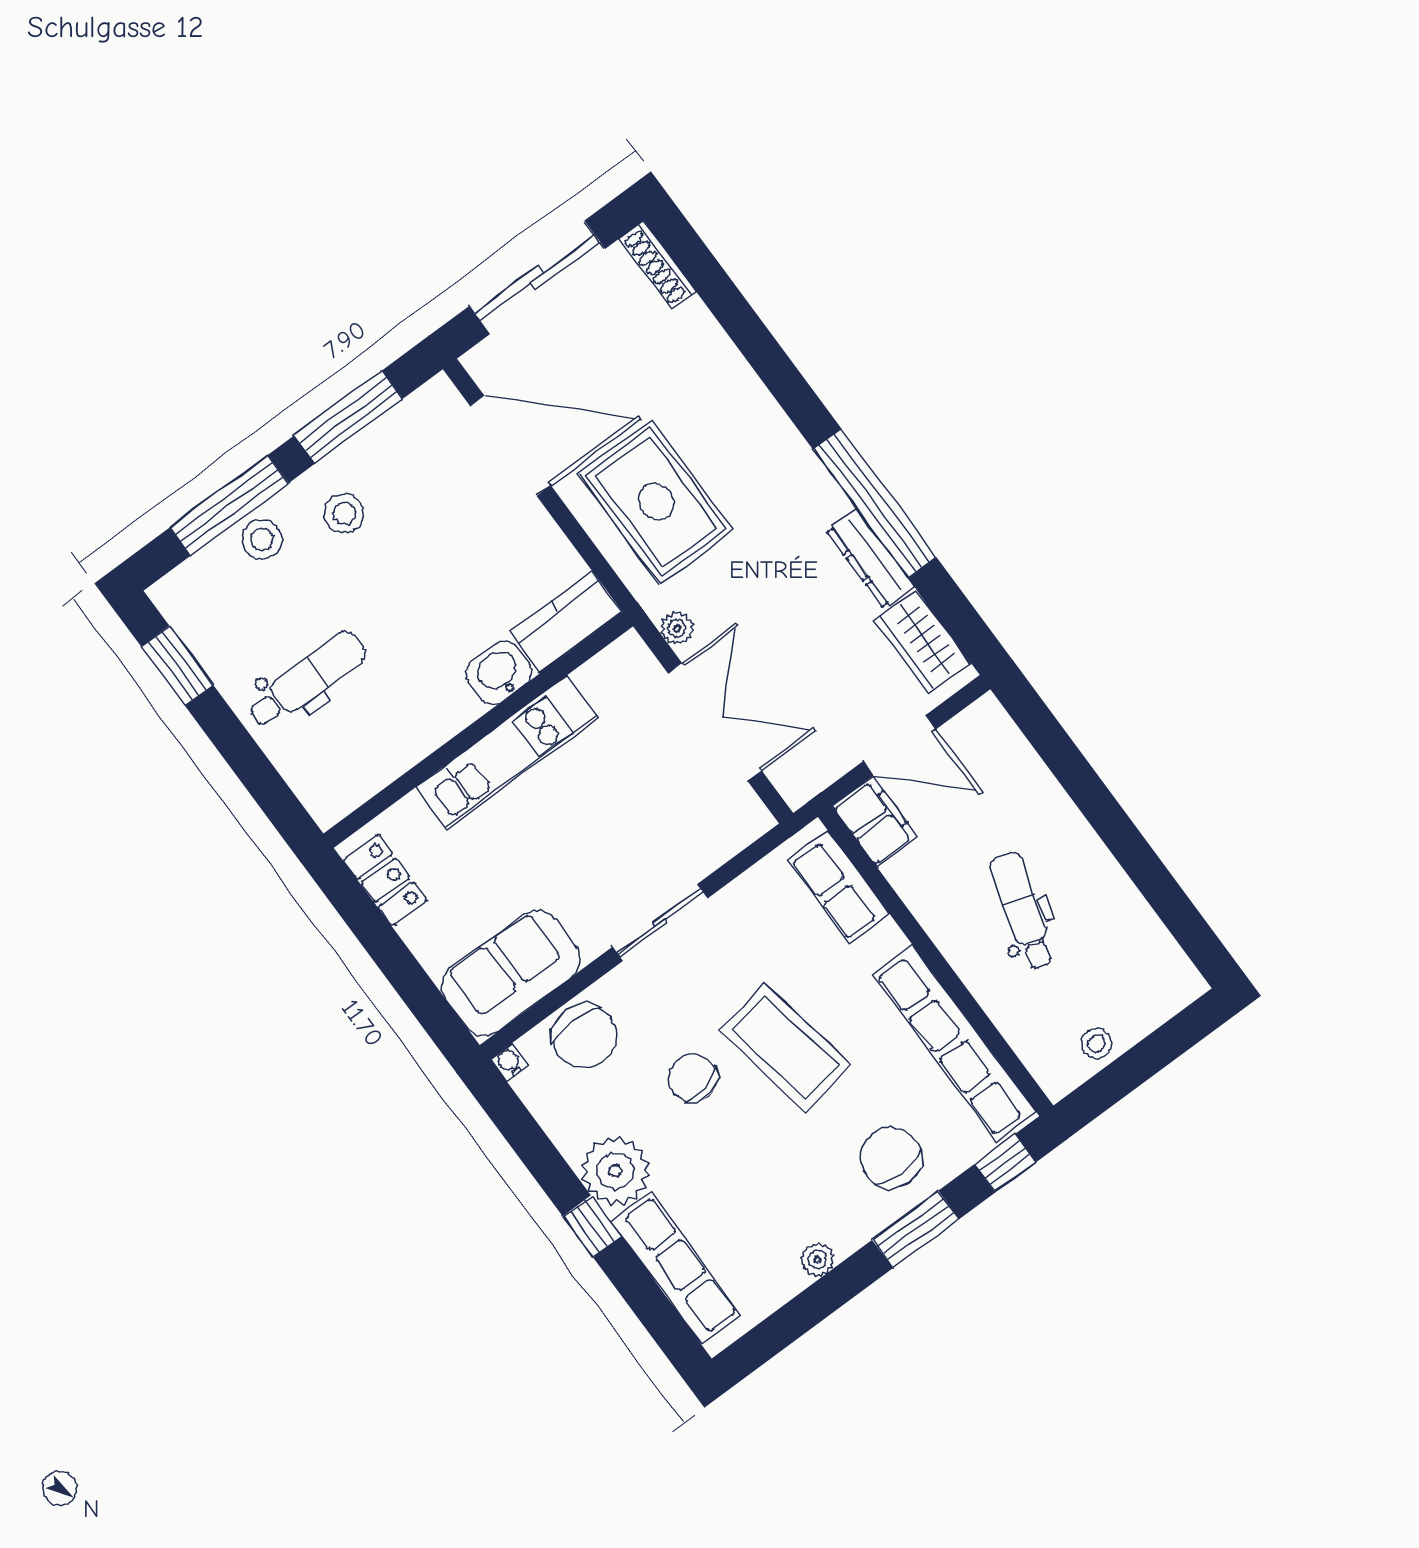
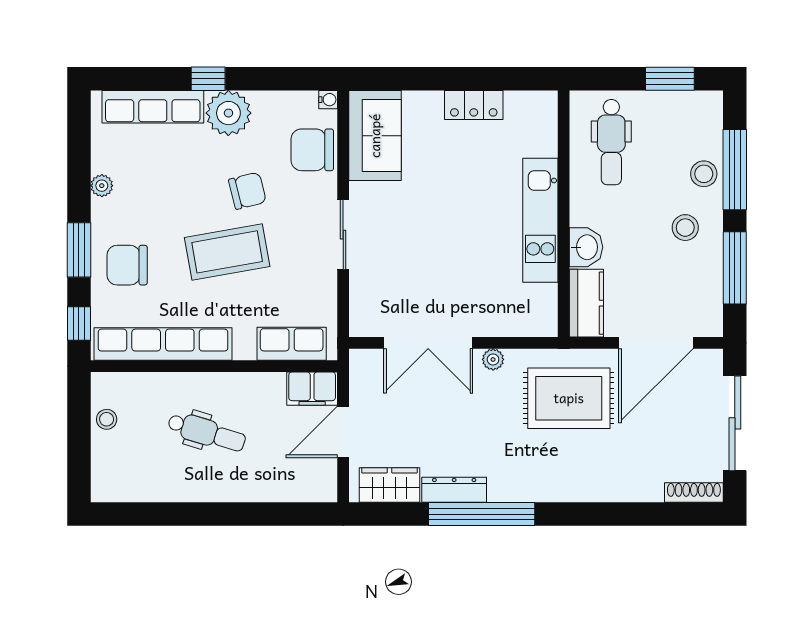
kitchen counter: (566, 622) -> (586, 303), moved
washbasin: (499, 673) -> (586, 247), moved
wall: (478, 730) -> (564, 214), moved
kitchen unit: (507, 752) -> (540, 220), moved
chair: (891, 1157) -> (127, 265), turned 180

